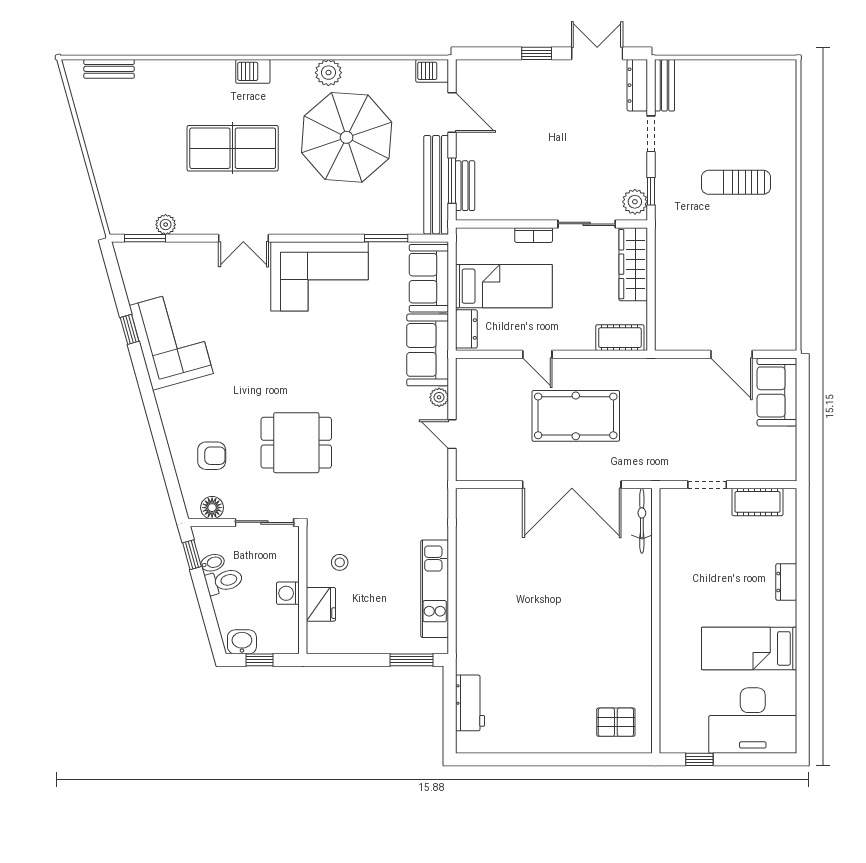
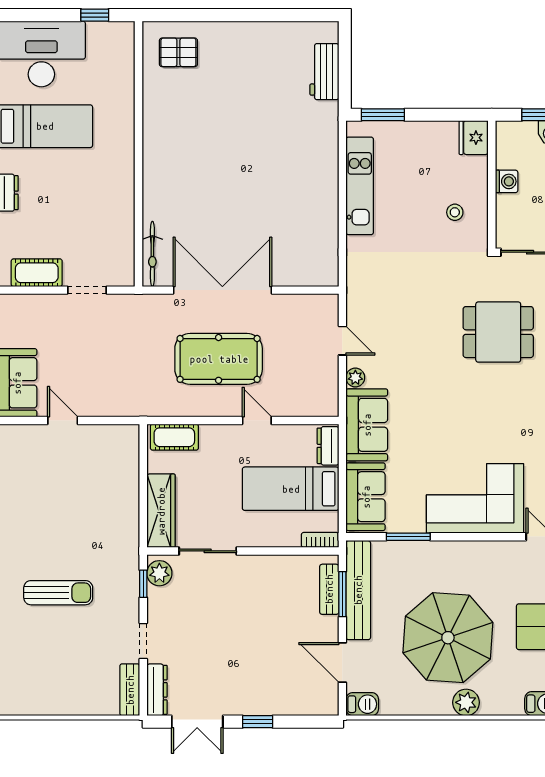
bookcase: (534, 235) -> (320, 540), moved
door: (732, 354) -> (63, 421), width x0.73
fridge: (321, 604) -> (474, 138), moved

